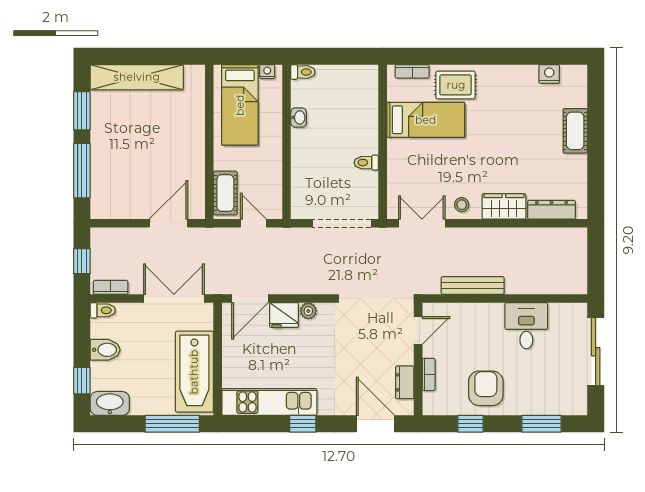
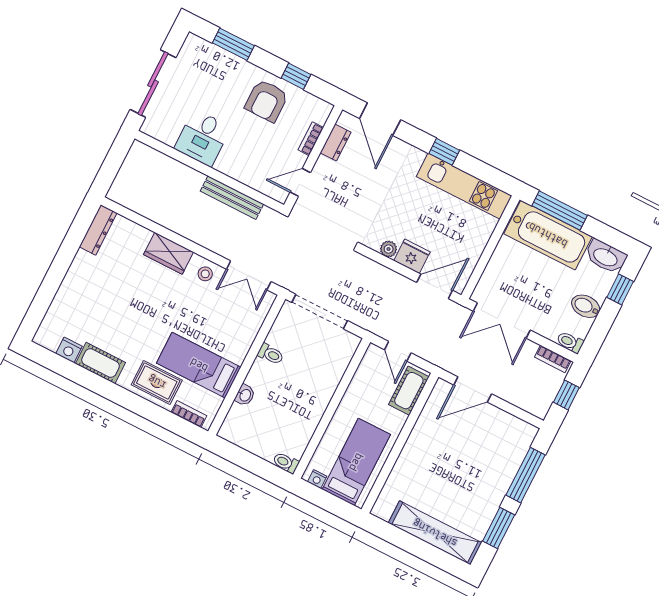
washbasin: (299, 118) -> (245, 395), moved, turned 180
cot: (575, 131) -> (100, 363), moved, turned 90
dresser: (552, 210) -> (98, 230), moved, turned -90
bathtub: (194, 372) -> (548, 235), moved, turned 90

